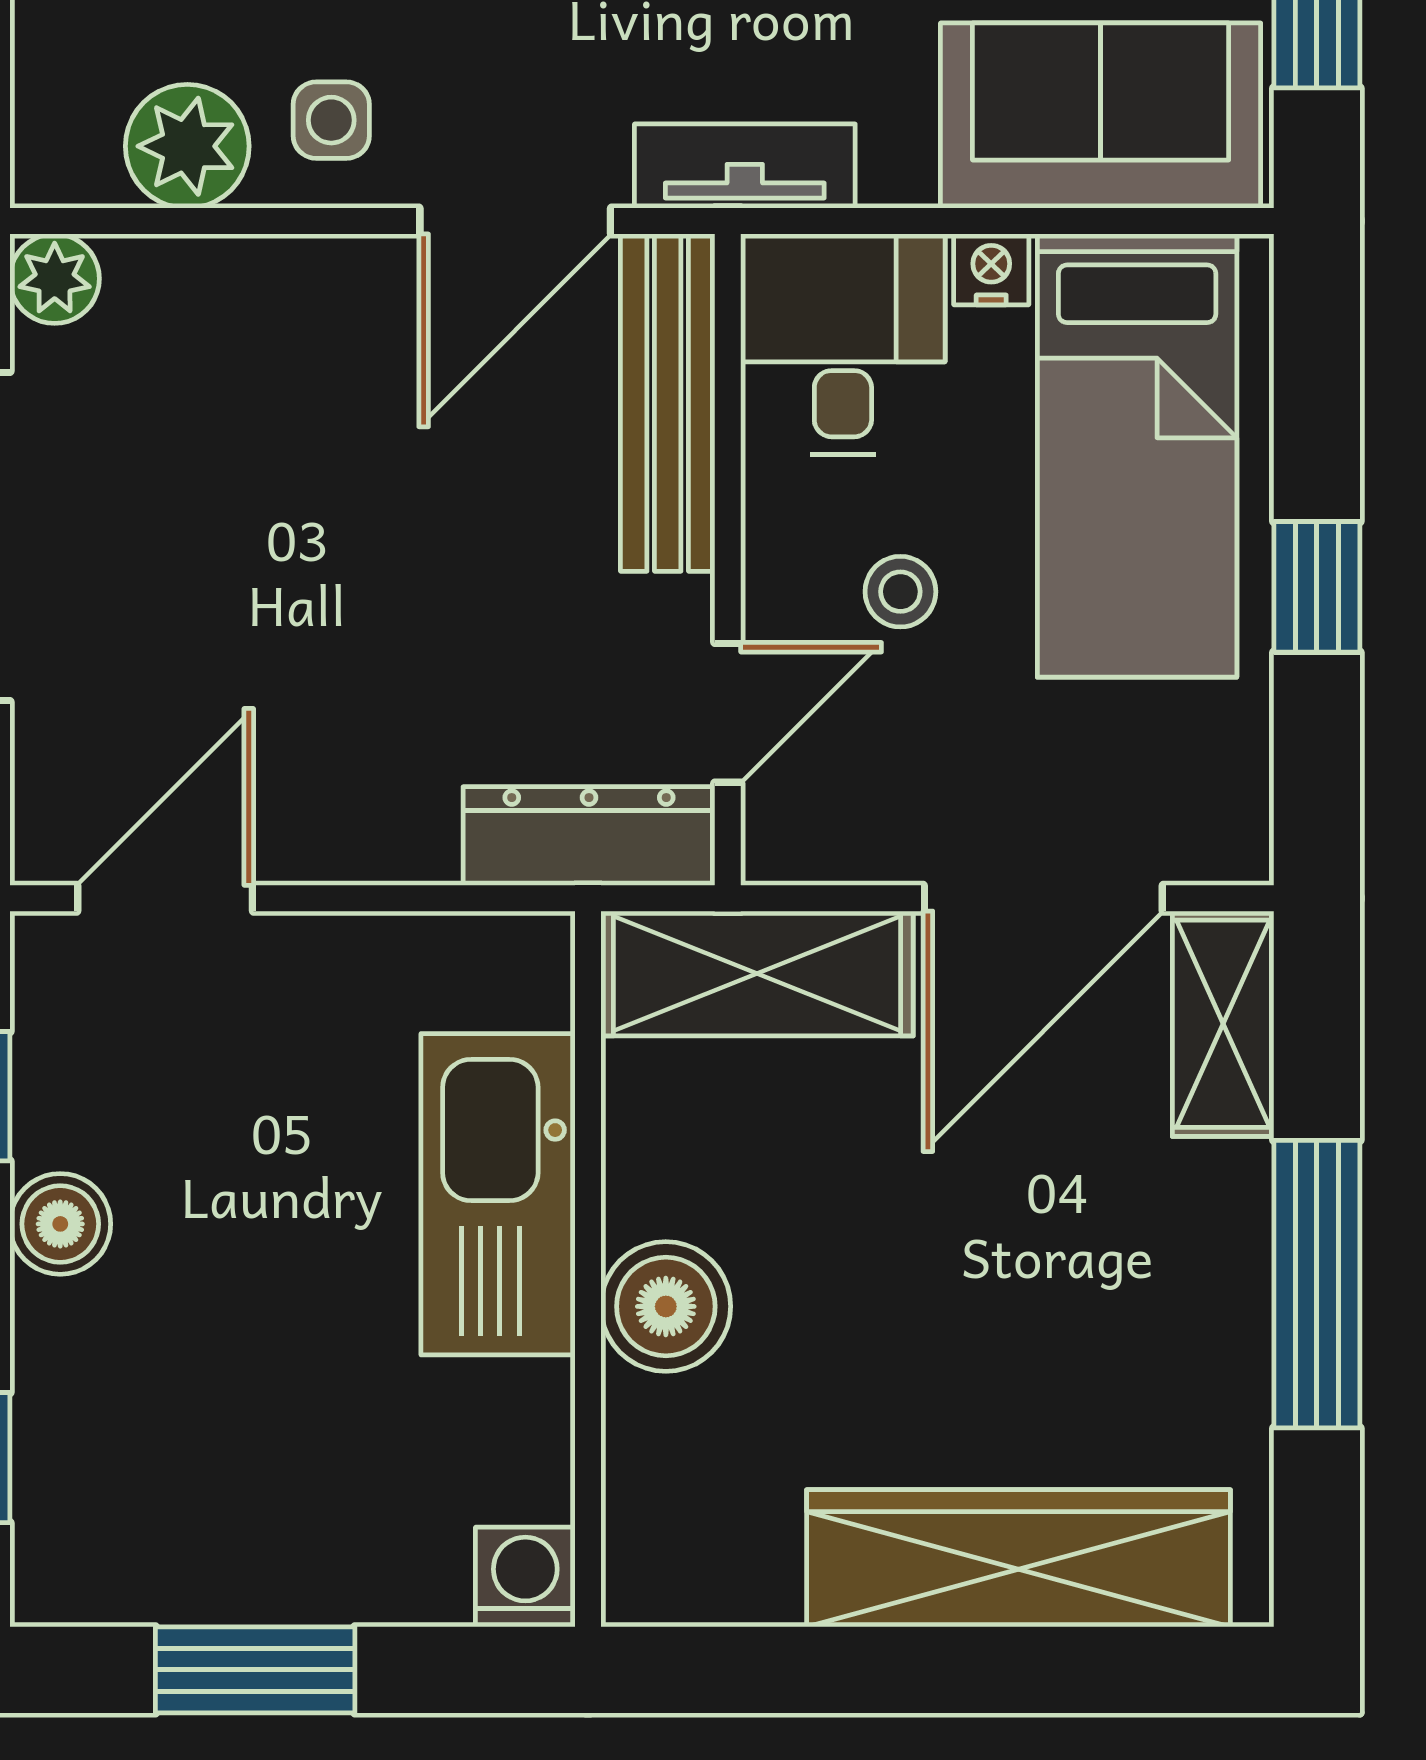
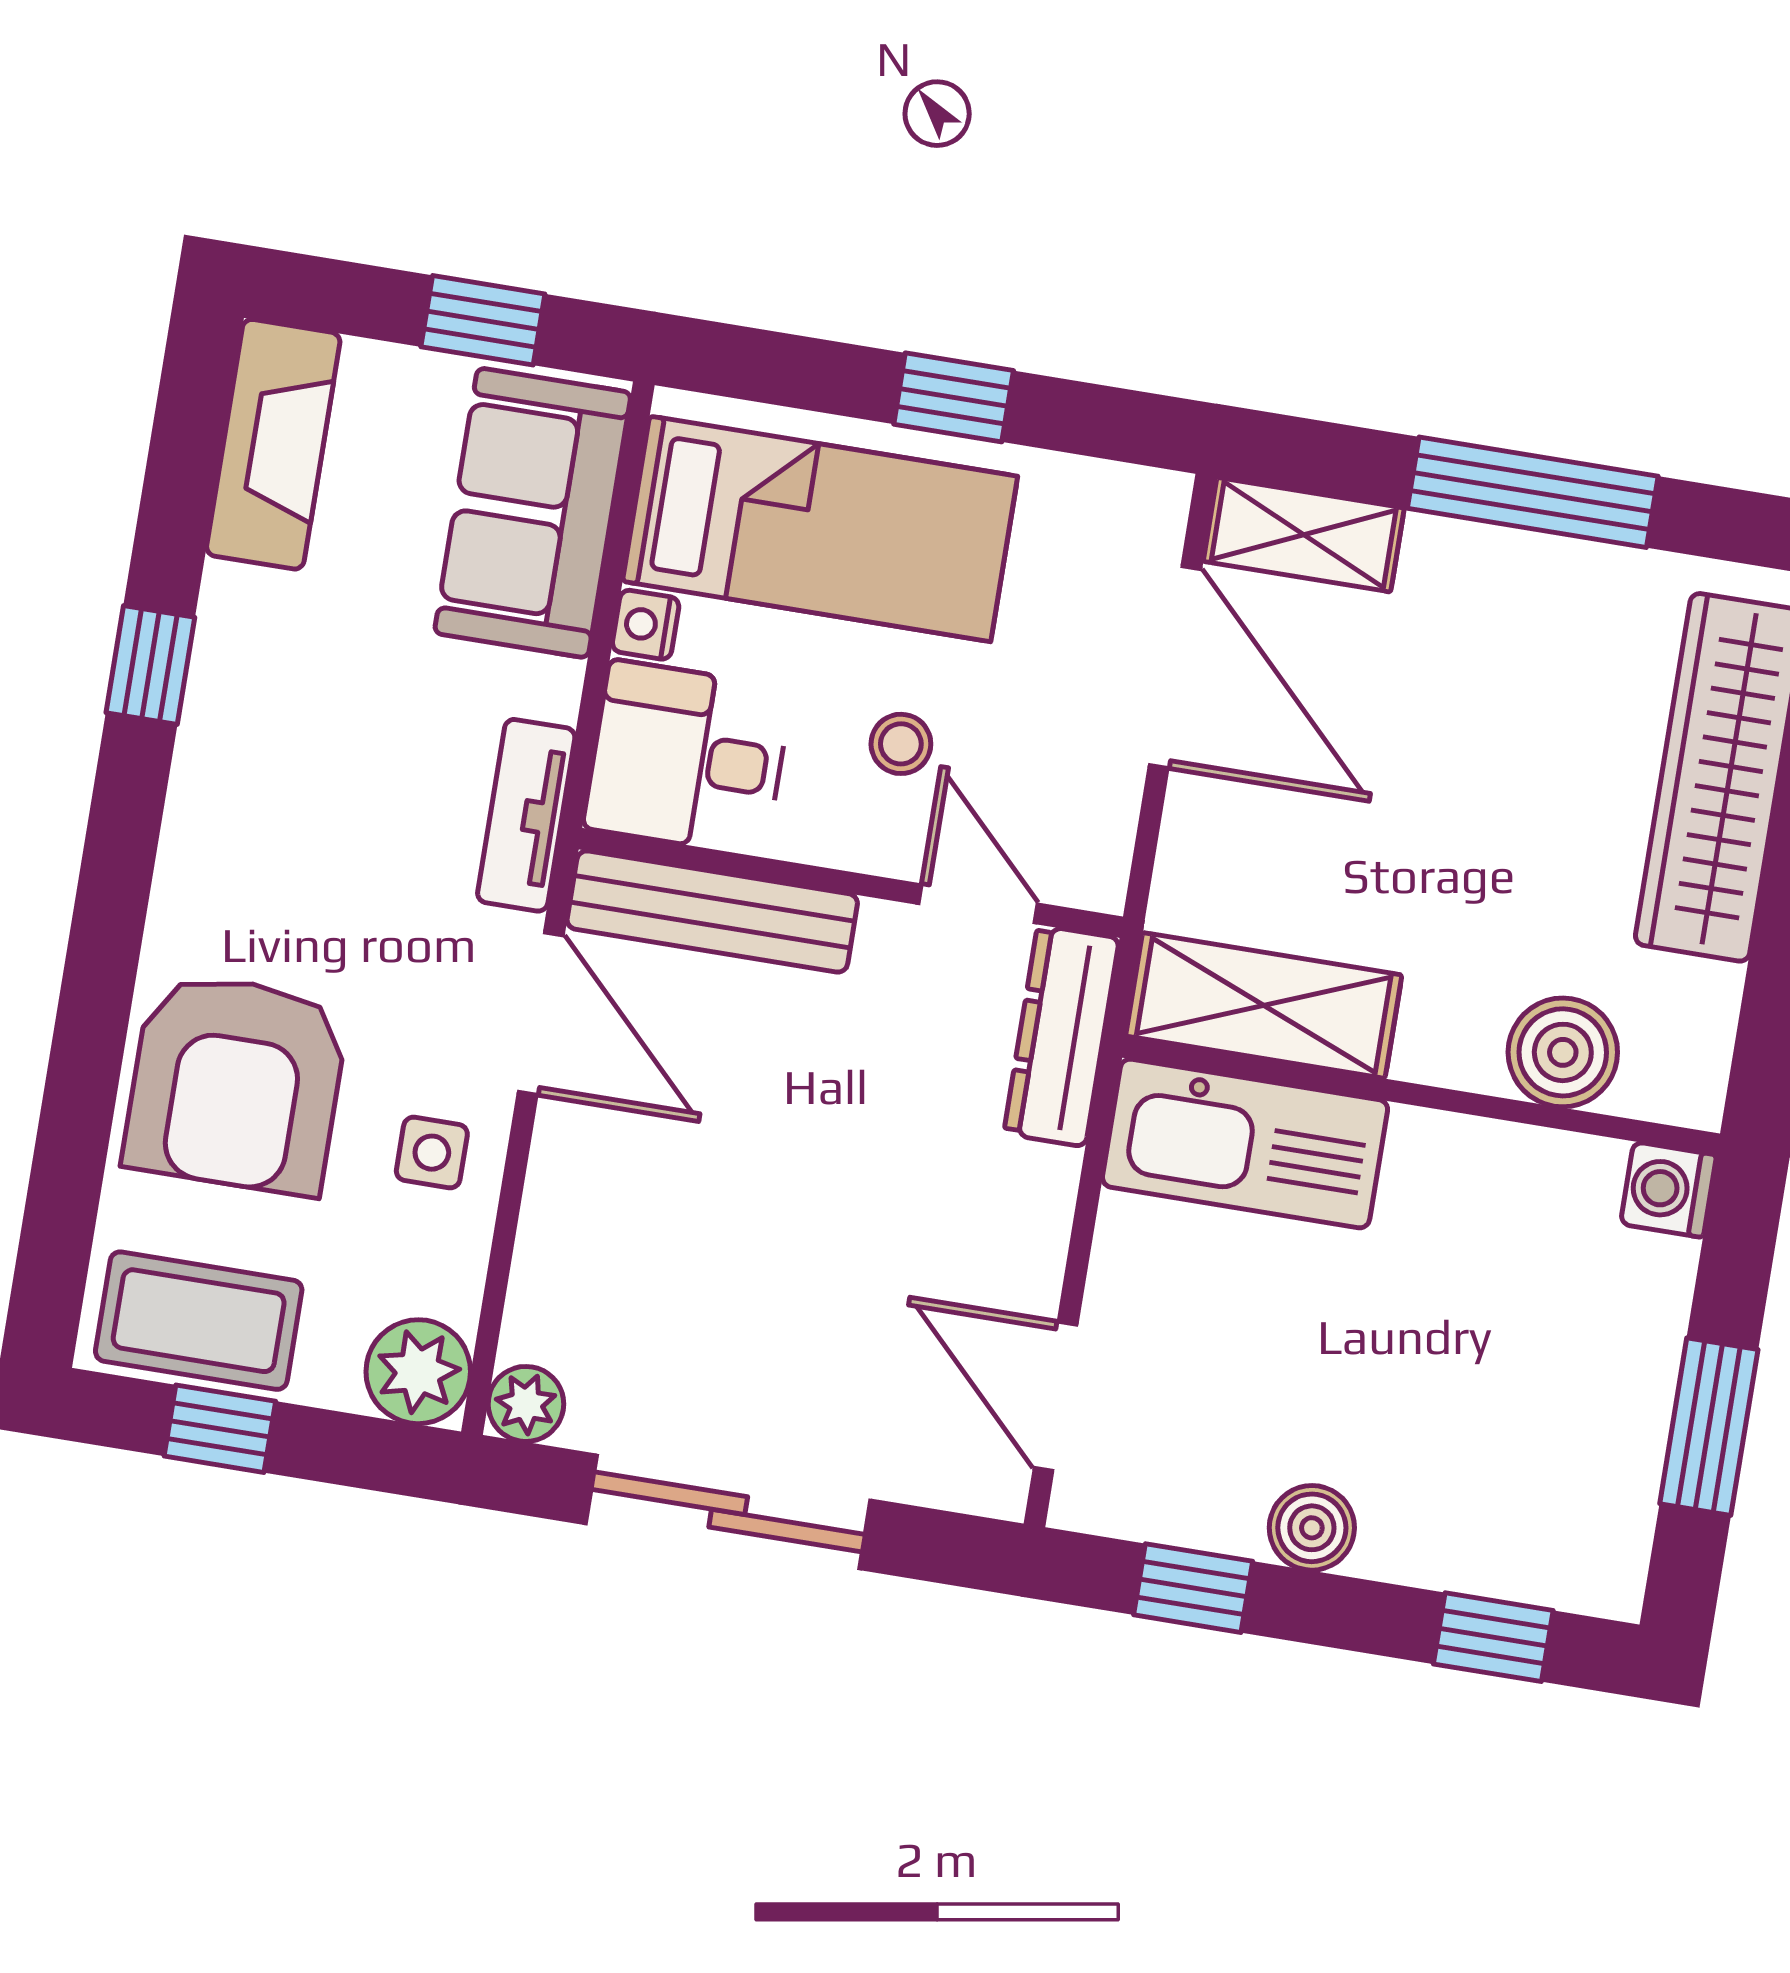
plant: (187, 146) -> (418, 1372), moved
shelving: (757, 974) -> (1264, 1005), moved, turned 90
kitchen sink: (498, 1194) -> (1245, 1143), moved
boiler: (666, 1306) -> (1563, 1052), moved

